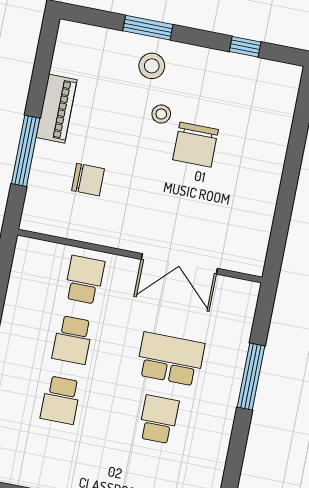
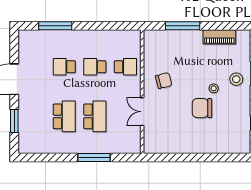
piano: (57, 109) -> (219, 37), moved
chair: (88, 180) -> (164, 81), moved, turned -104
double door: (179, 264) -> (142, 112), width x0.73
school desk: (159, 419) -> (64, 116), width x1.85

